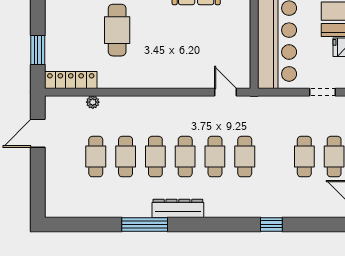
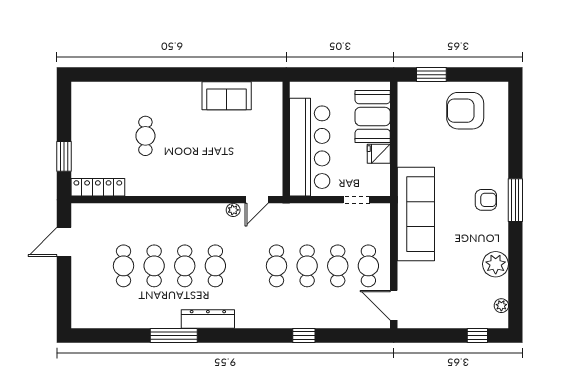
cafe table: (117, 30) -> (145, 136), width x0.73, depth x0.74
door: (225, 92) -> (257, 200), swing flipped
plant: (93, 102) -> (233, 210), moved
cafe table: (215, 157) -> (307, 266), moved

